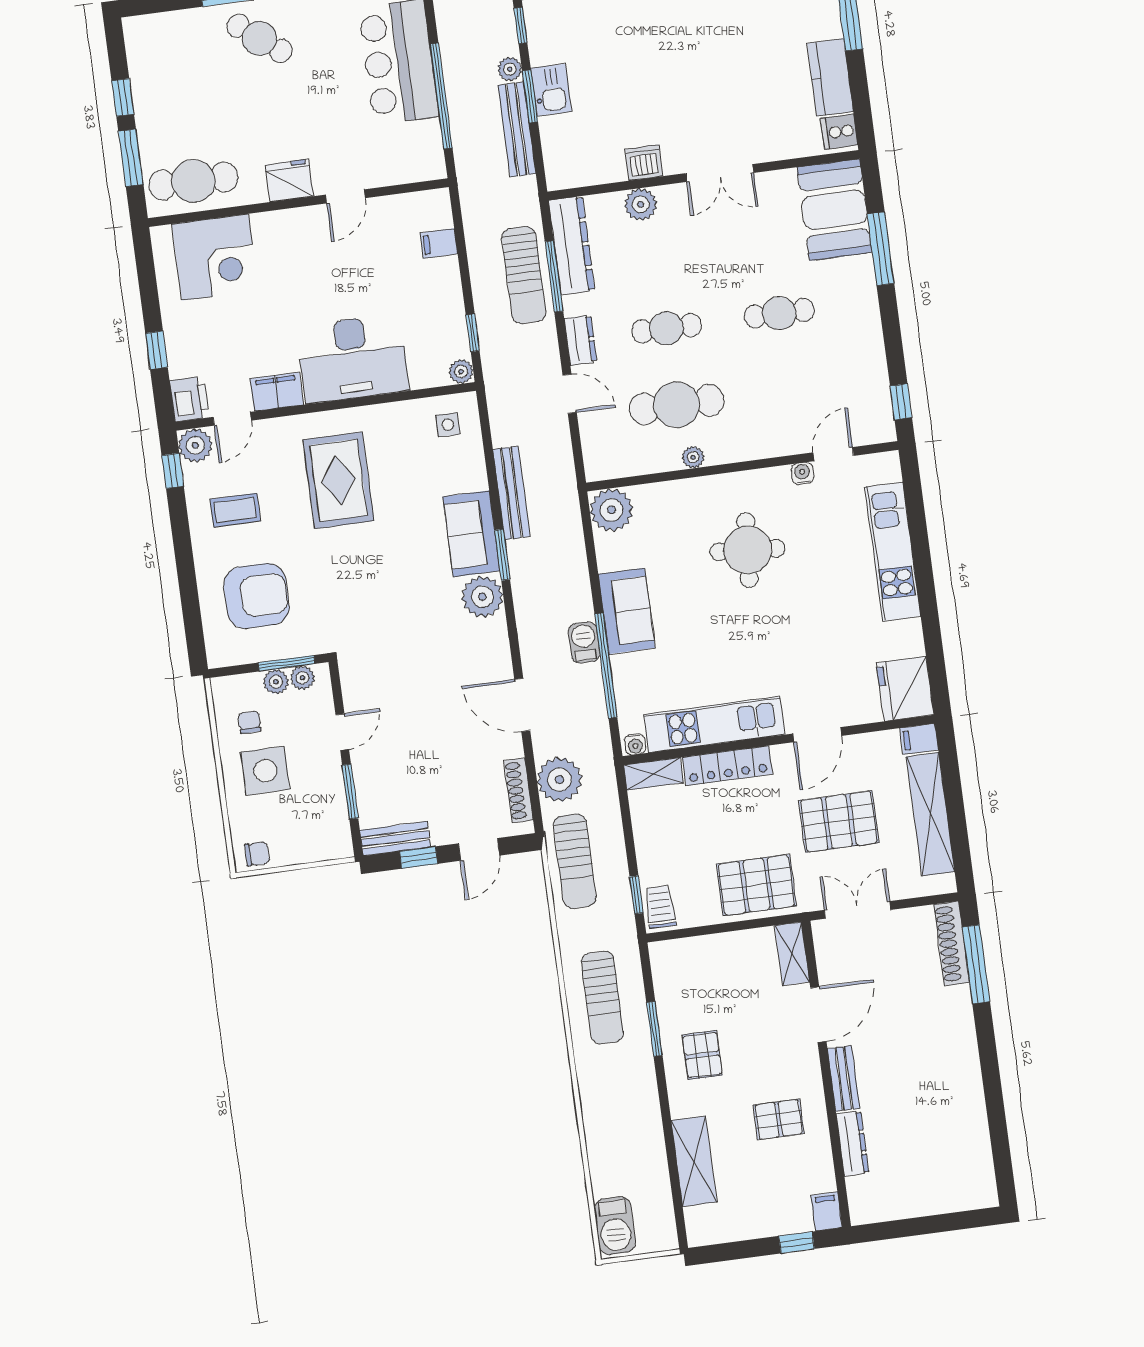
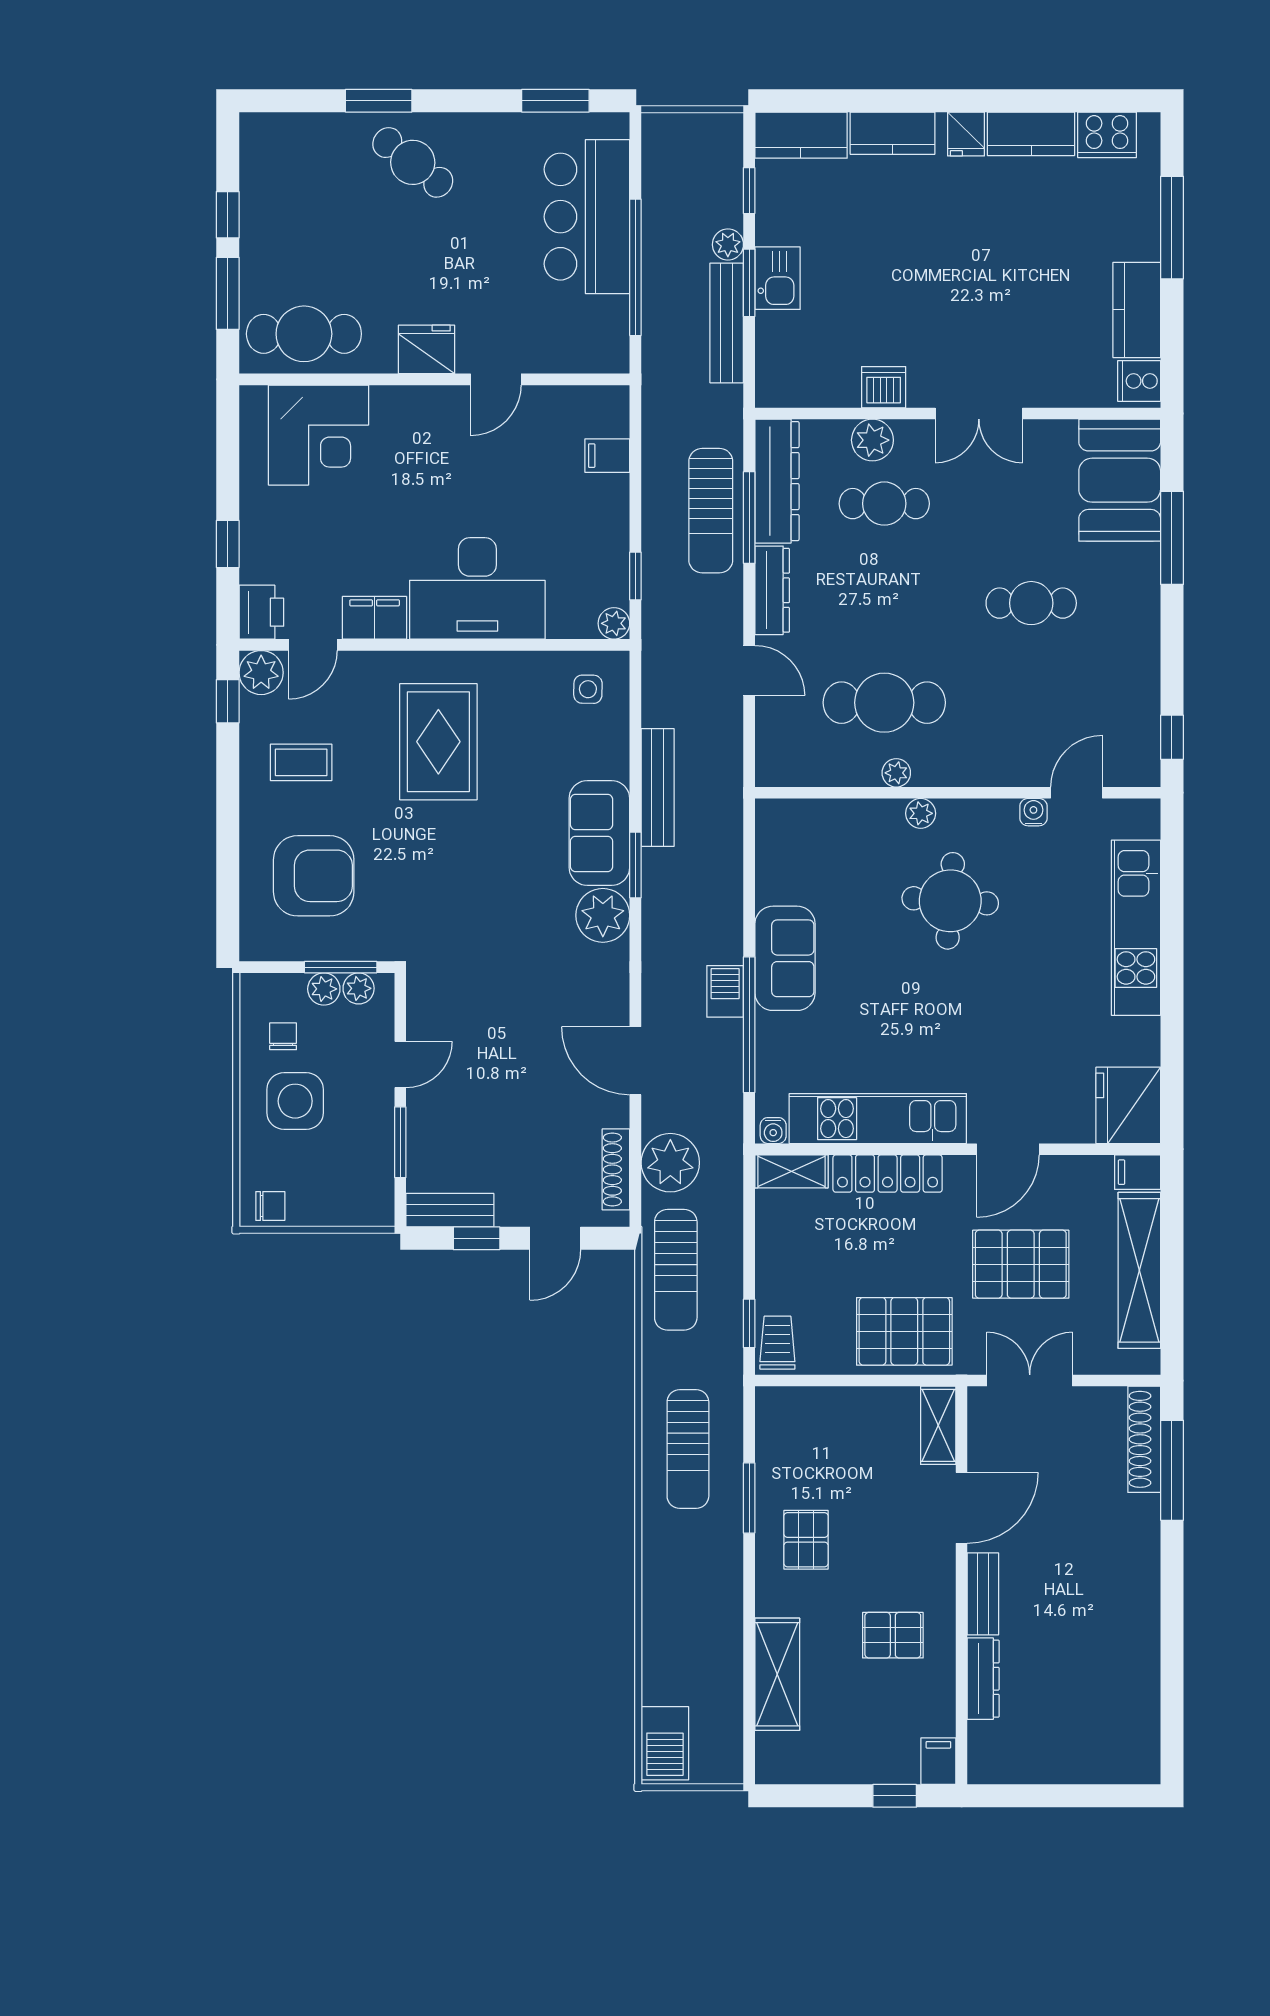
cafe table: (666, 328) -> (884, 504), moved
dresser: (580, 340) -> (772, 590), width x1.44
plant: (611, 510) -> (921, 813), moved, width x0.53, depth x0.53

